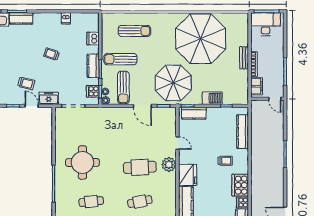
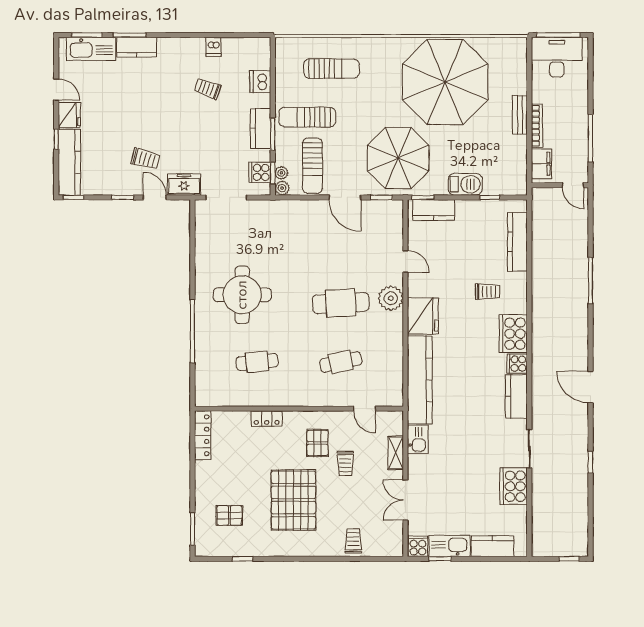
trolley: (51, 54) -> (208, 89), moved

